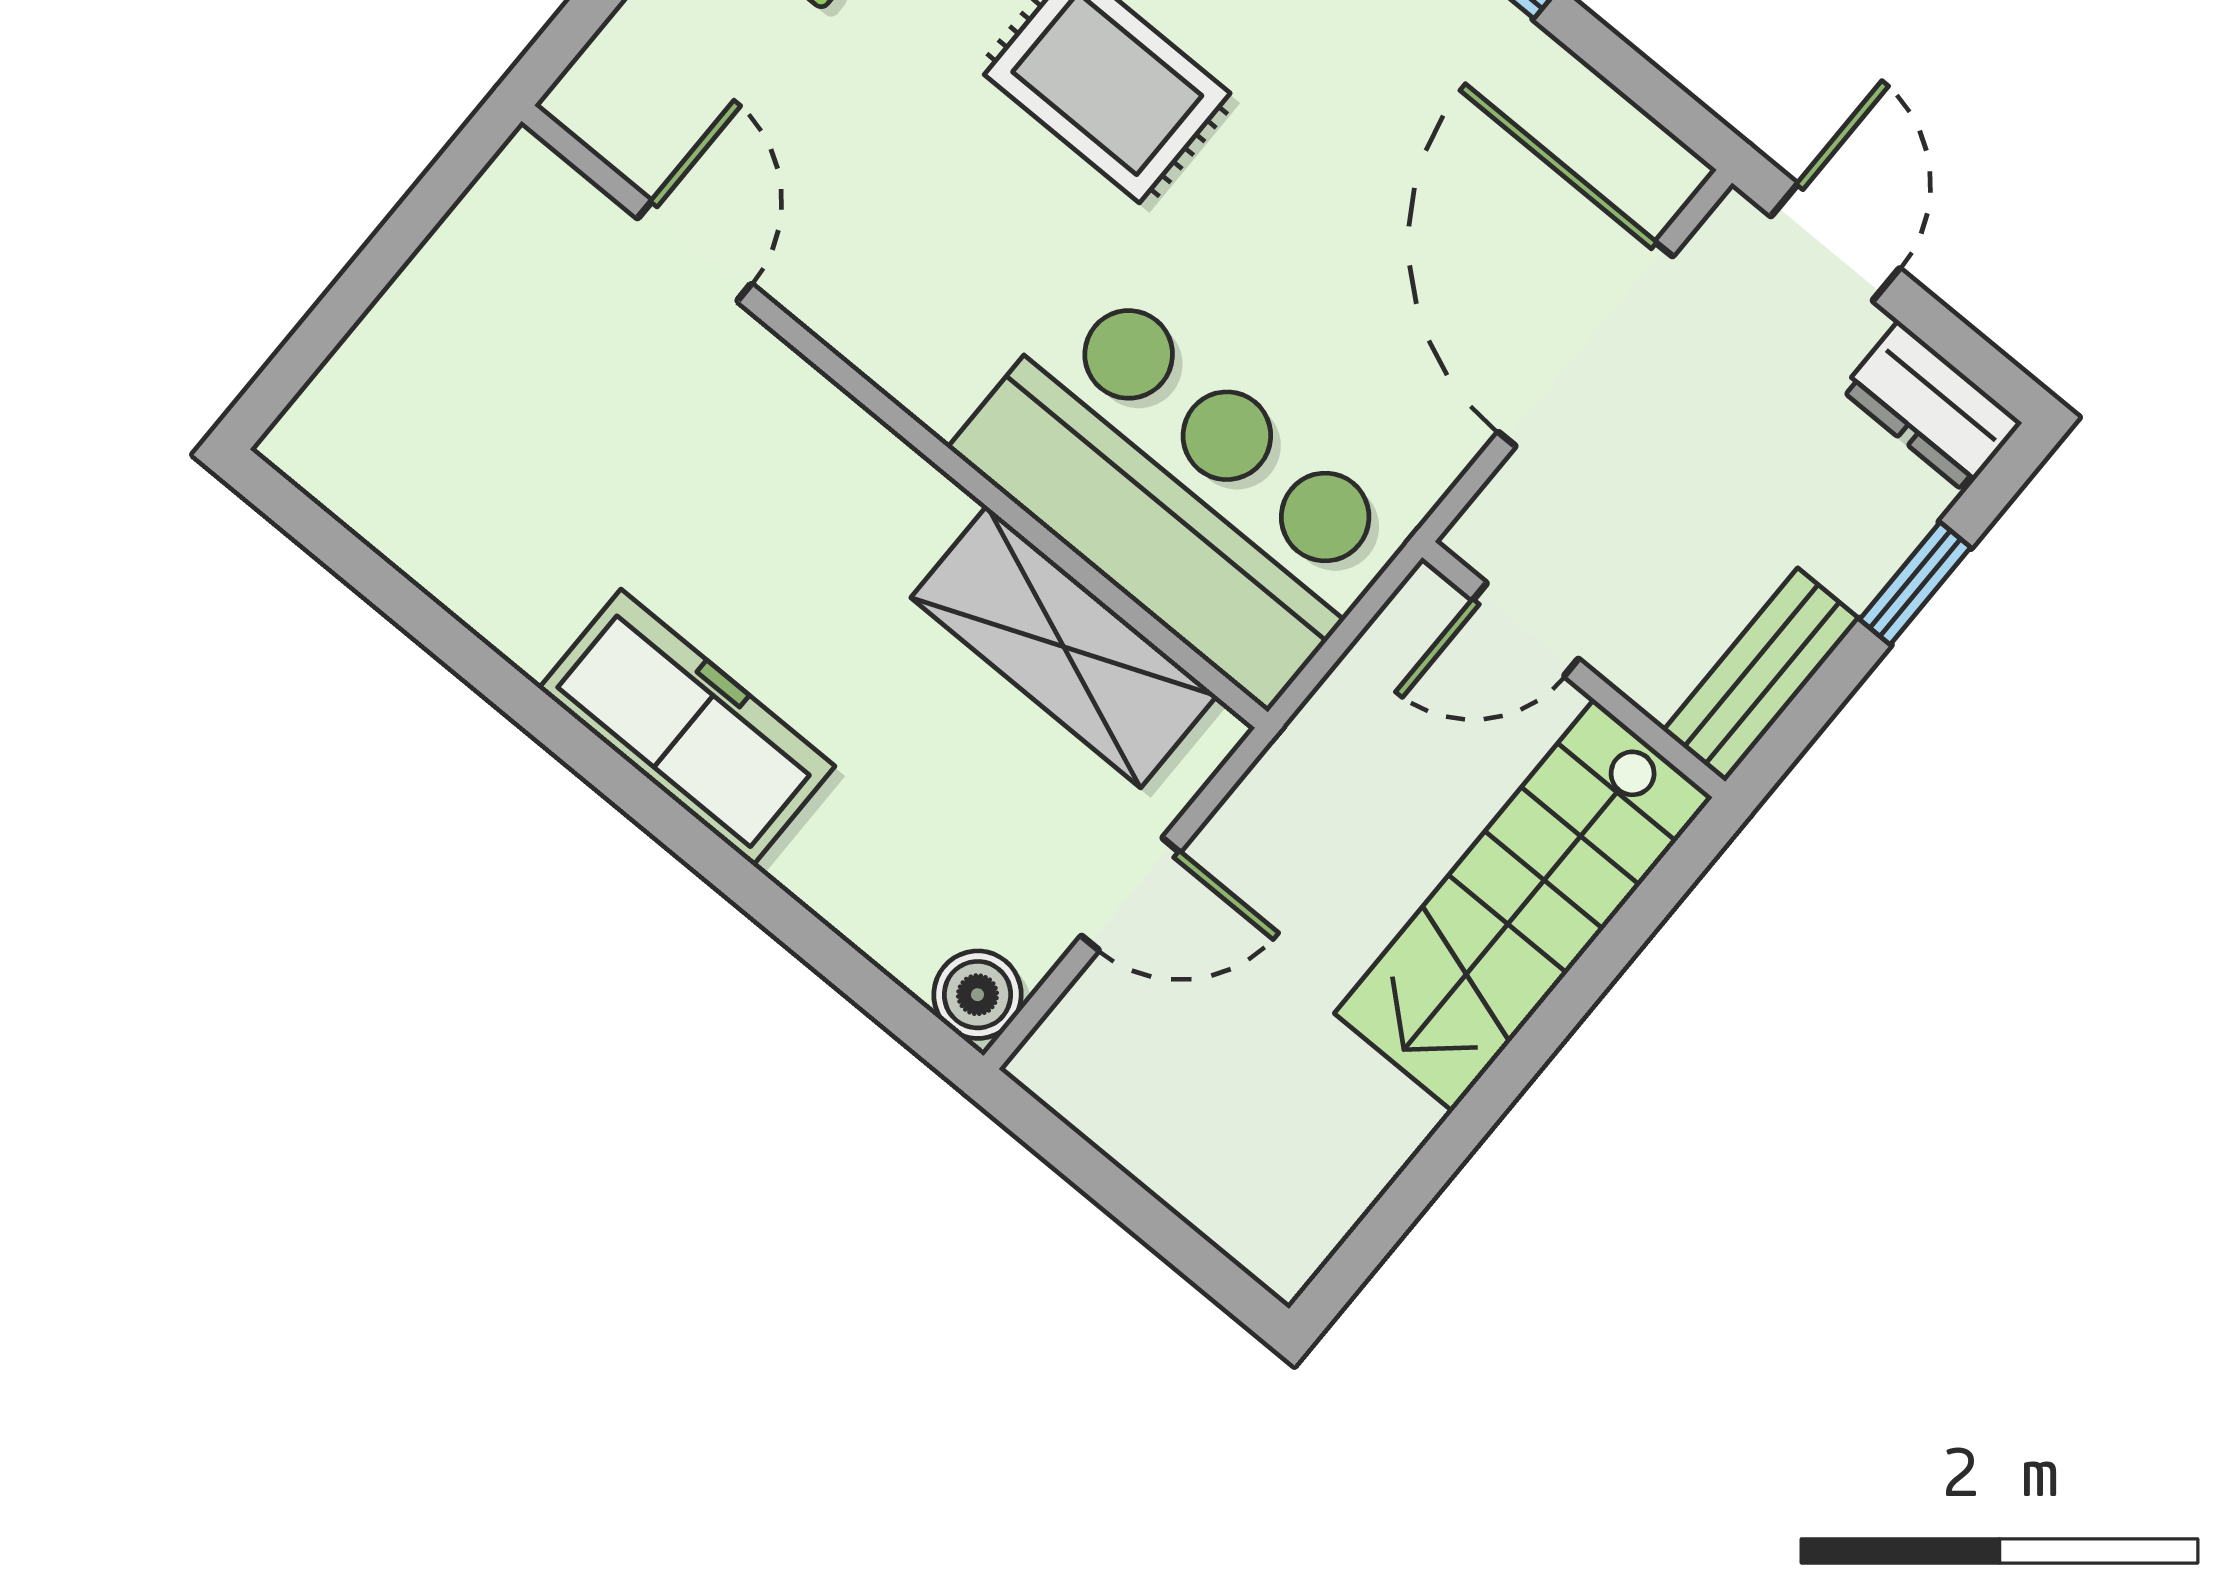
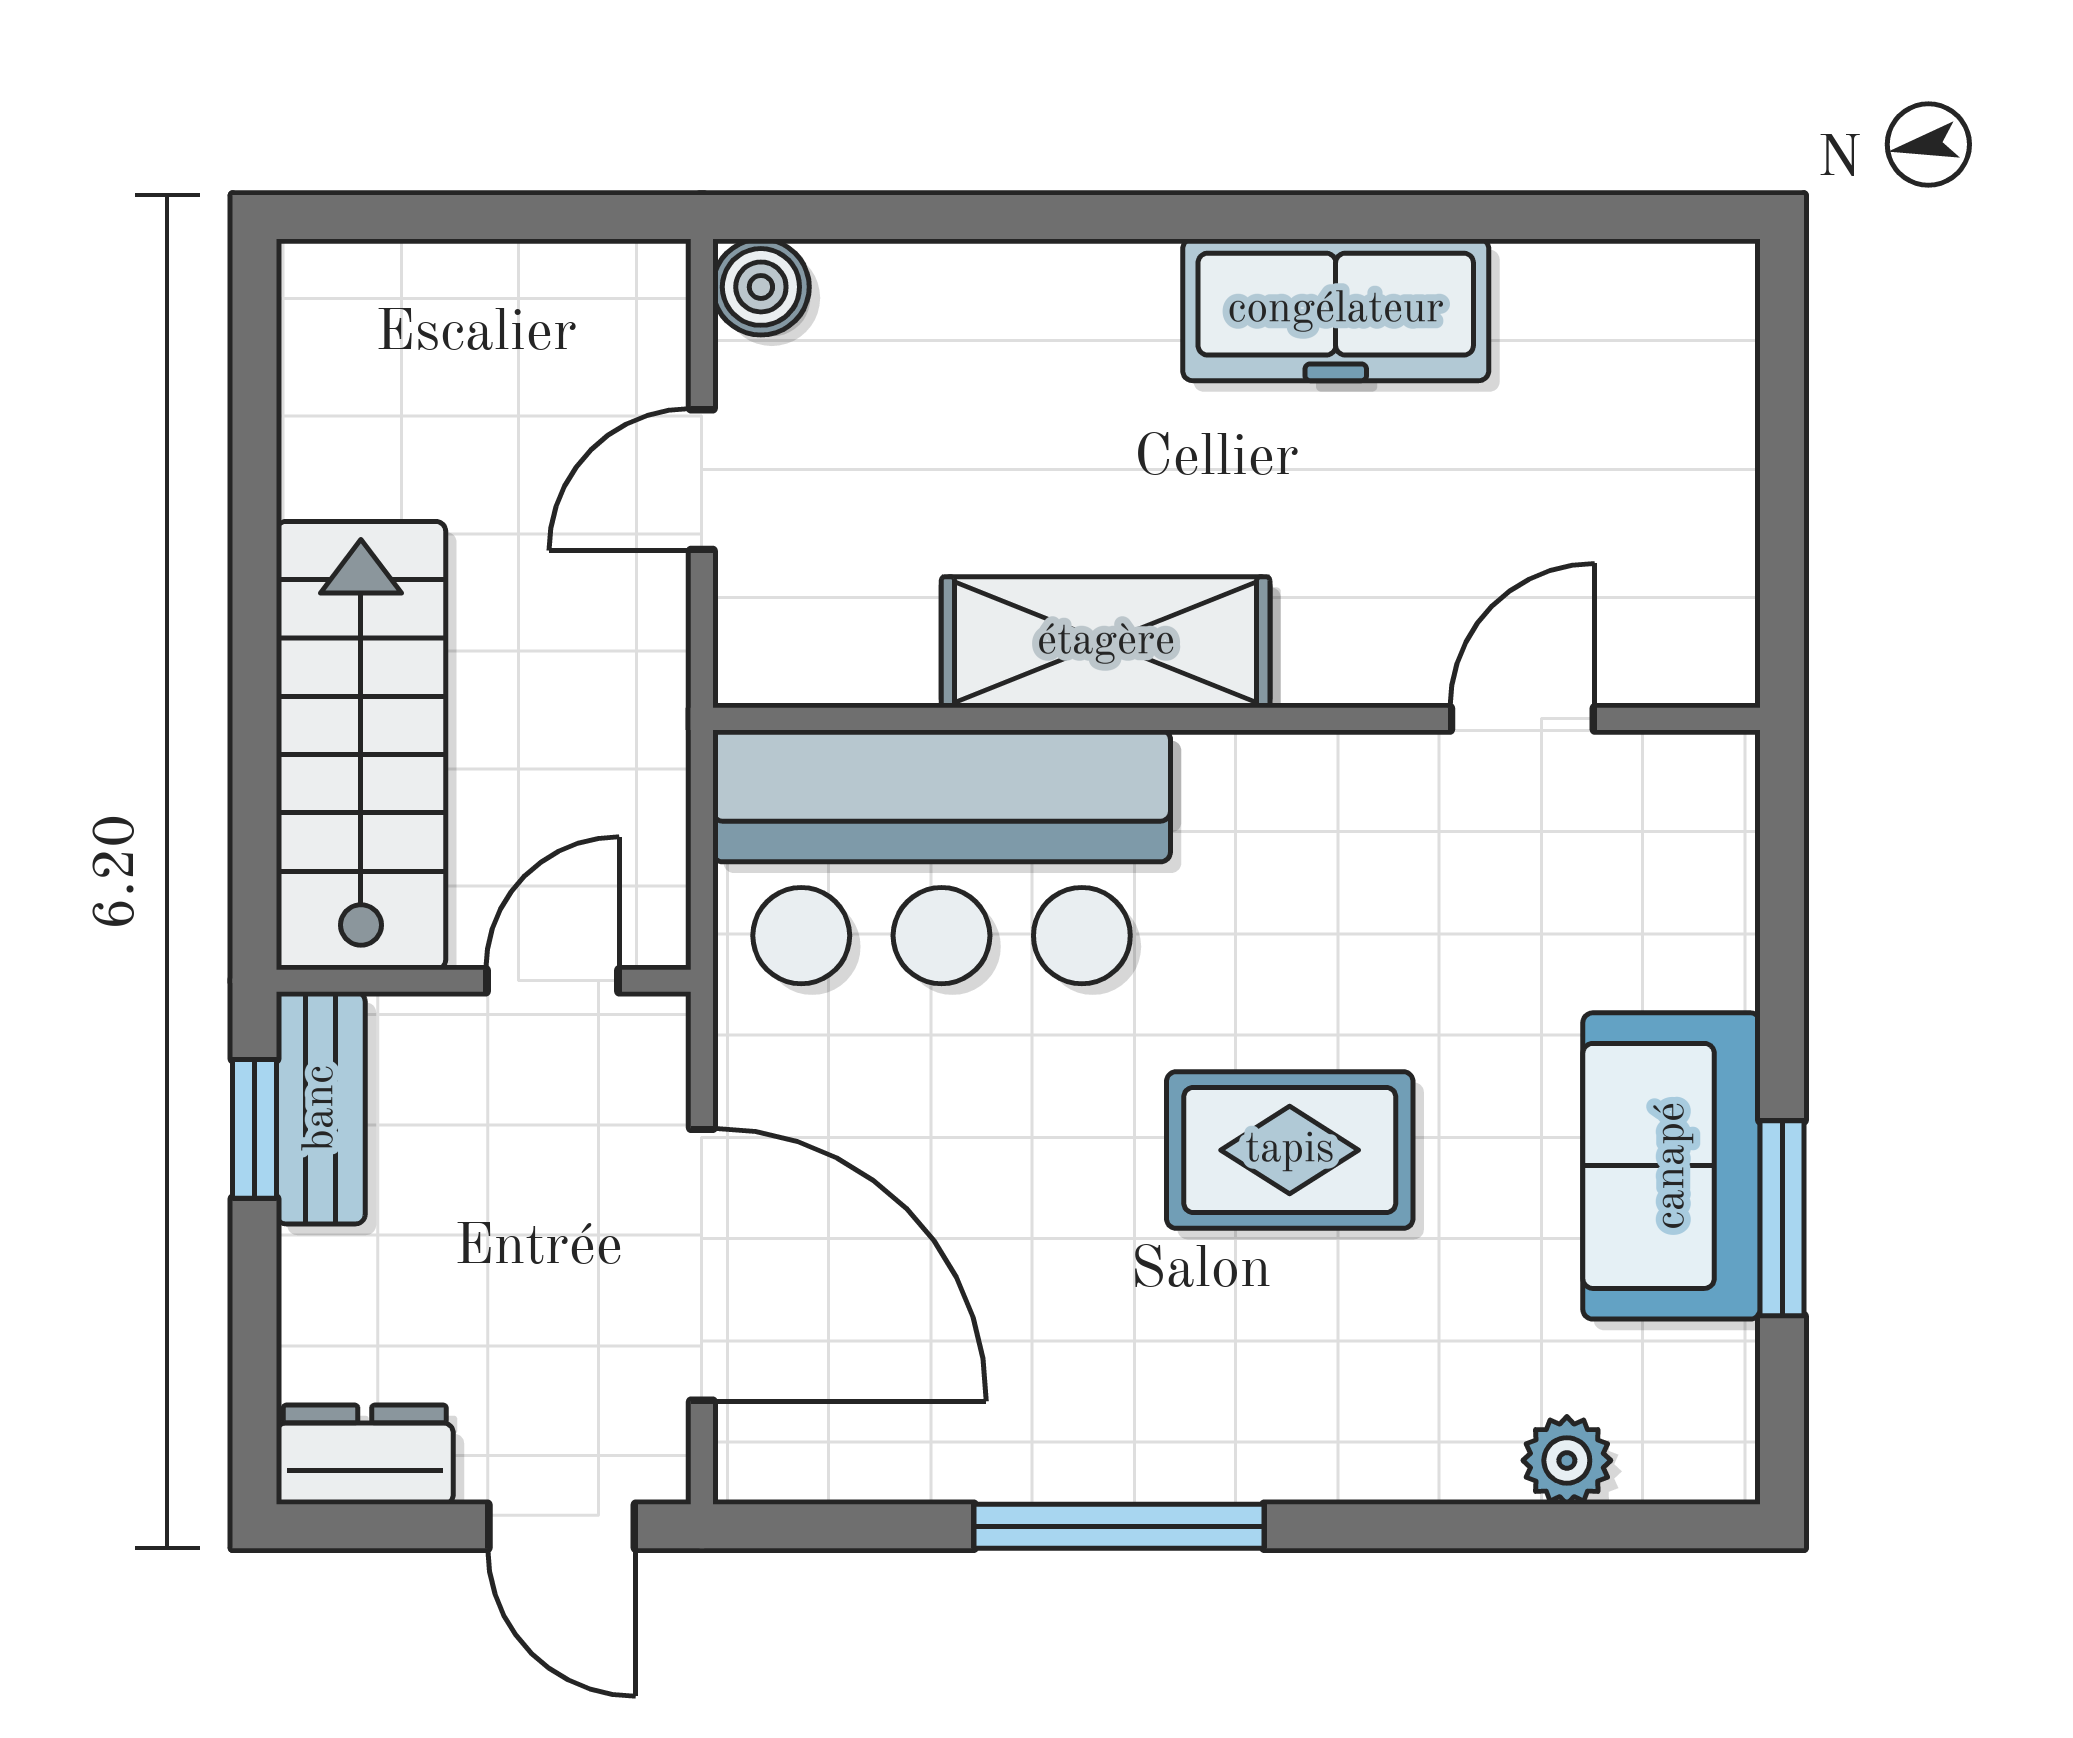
door: (694, 251) -> (1522, 719), swing flipped
window: (1915, 583) -> (255, 1129), moved
shelving: (1064, 647) -> (1106, 642), moved
freezer: (687, 727) -> (1336, 310), moved

